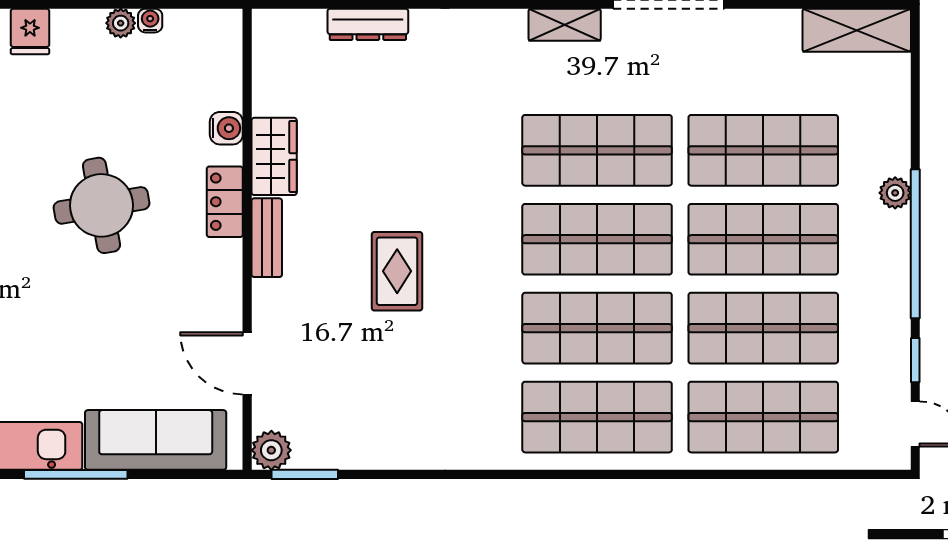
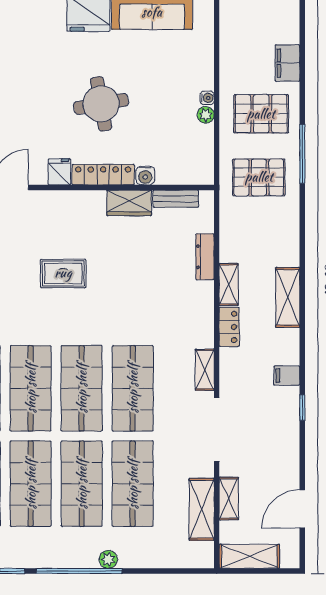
water cooler: (150, 21) -> (207, 98), moved
shelving: (857, 30) -> (202, 509), moved
fridge: (30, 31) -> (59, 172), moved, turned 90
locker: (225, 202) -> (103, 175), width x1.53
bench: (267, 238) -> (176, 199), moved

